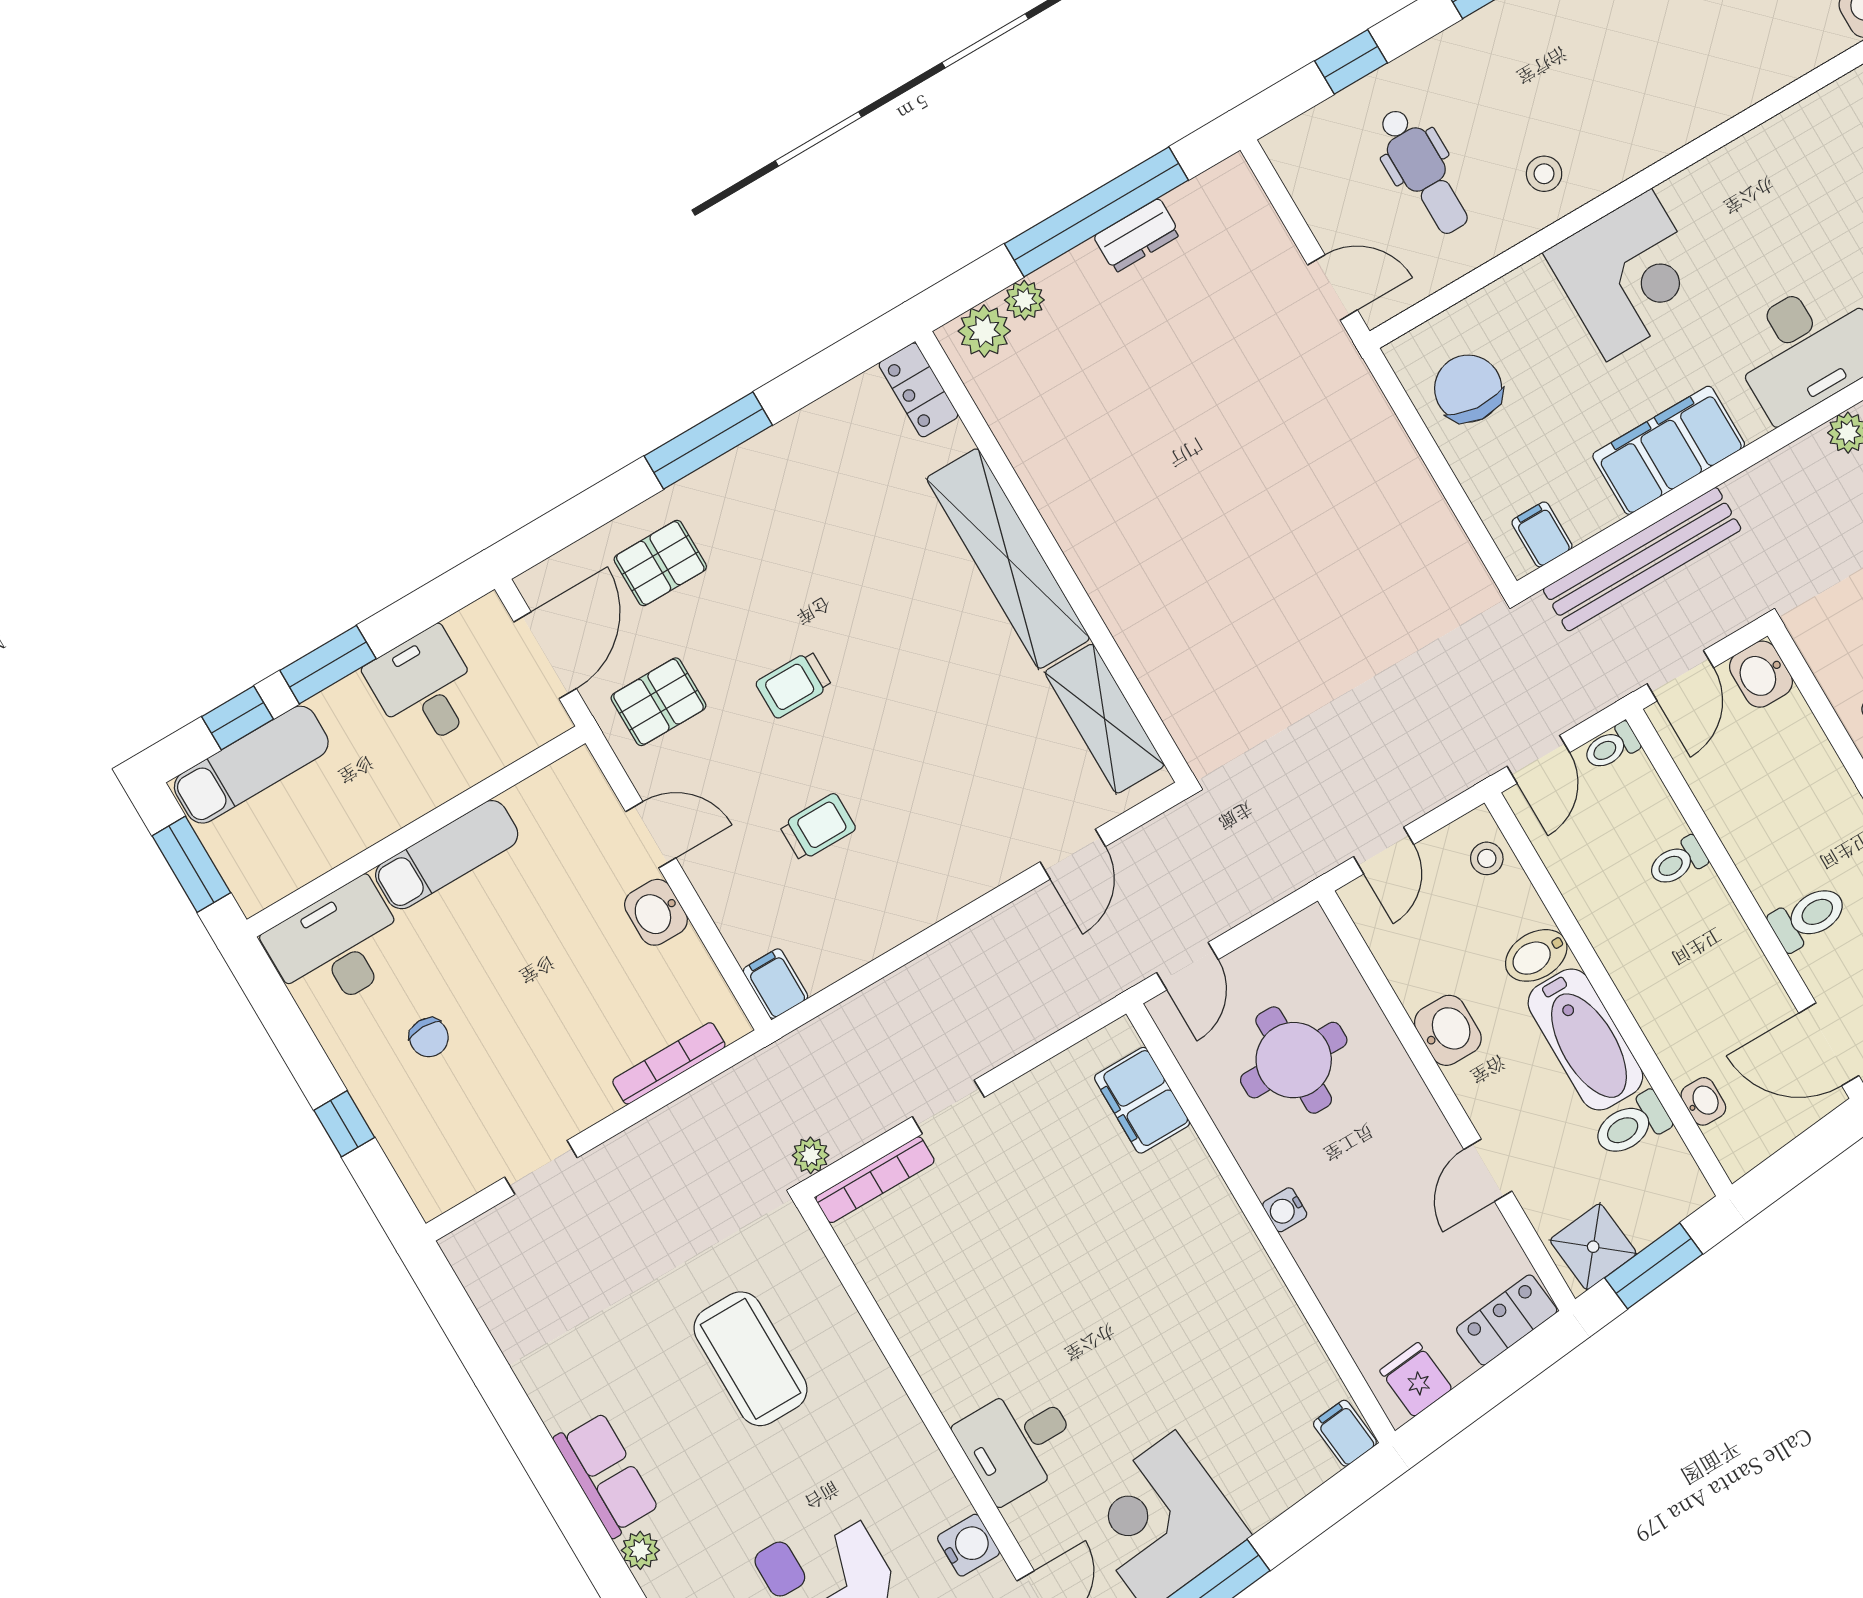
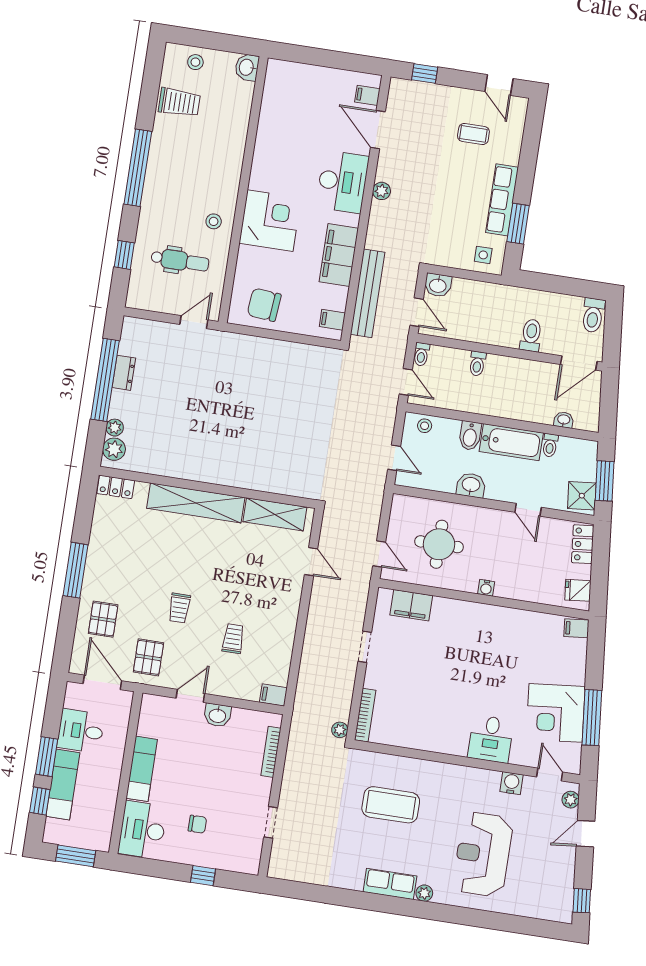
exam couch: (251, 765) -> (63, 785), moved
doorway: (948, 1107) -> (365, 647), moved
toilet: (1632, 1125) -> (550, 445), width x0.73, depth x0.72

